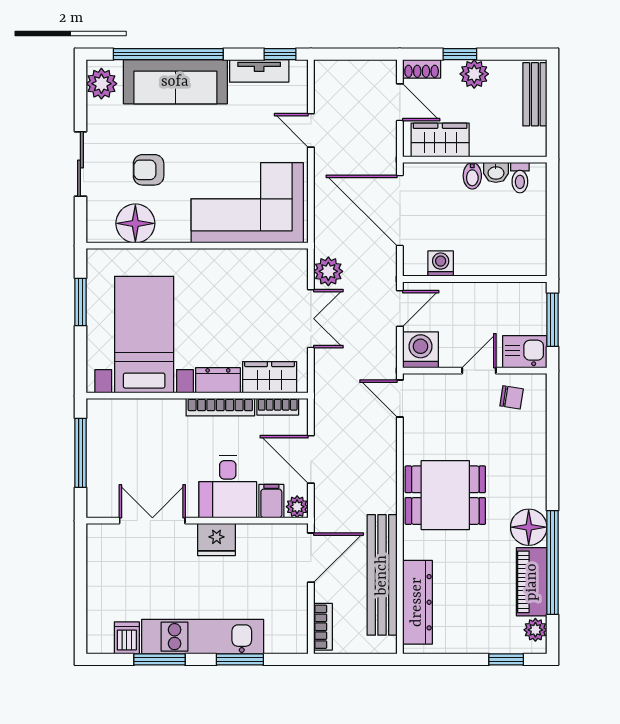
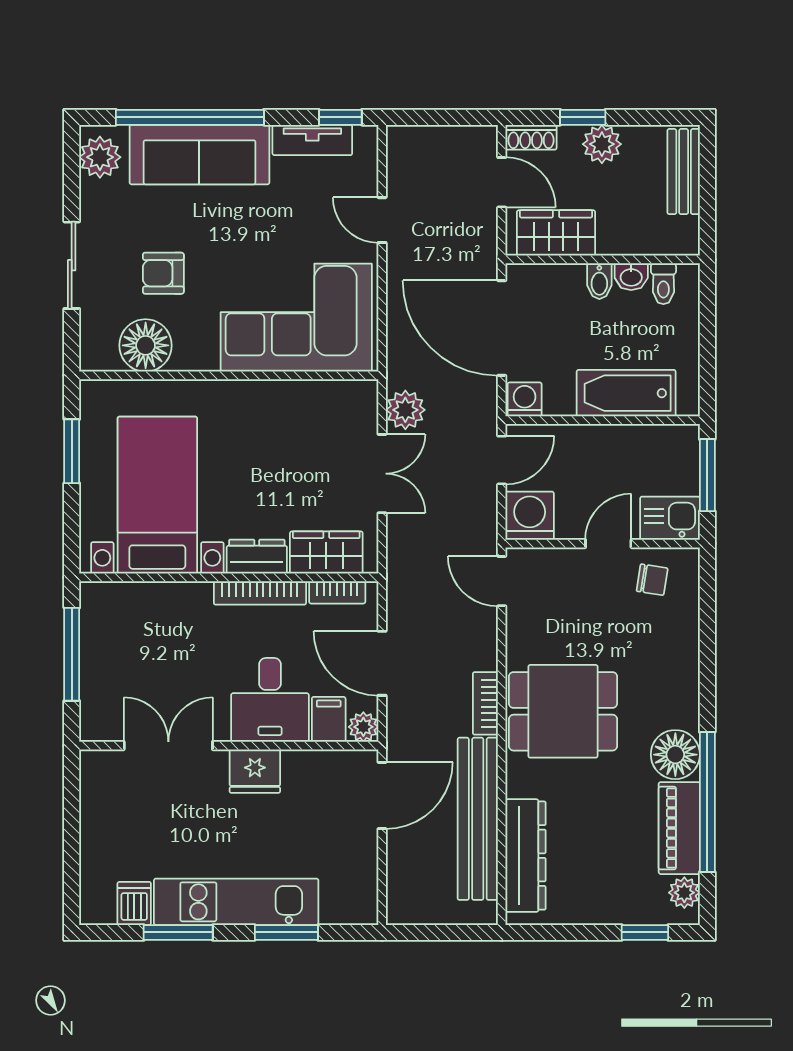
bathtub: (492, 259) -> (626, 393), added
washing machine: (441, 264) -> (525, 399), moved
bookcase: (323, 627) -> (485, 703), moved, turned 180

